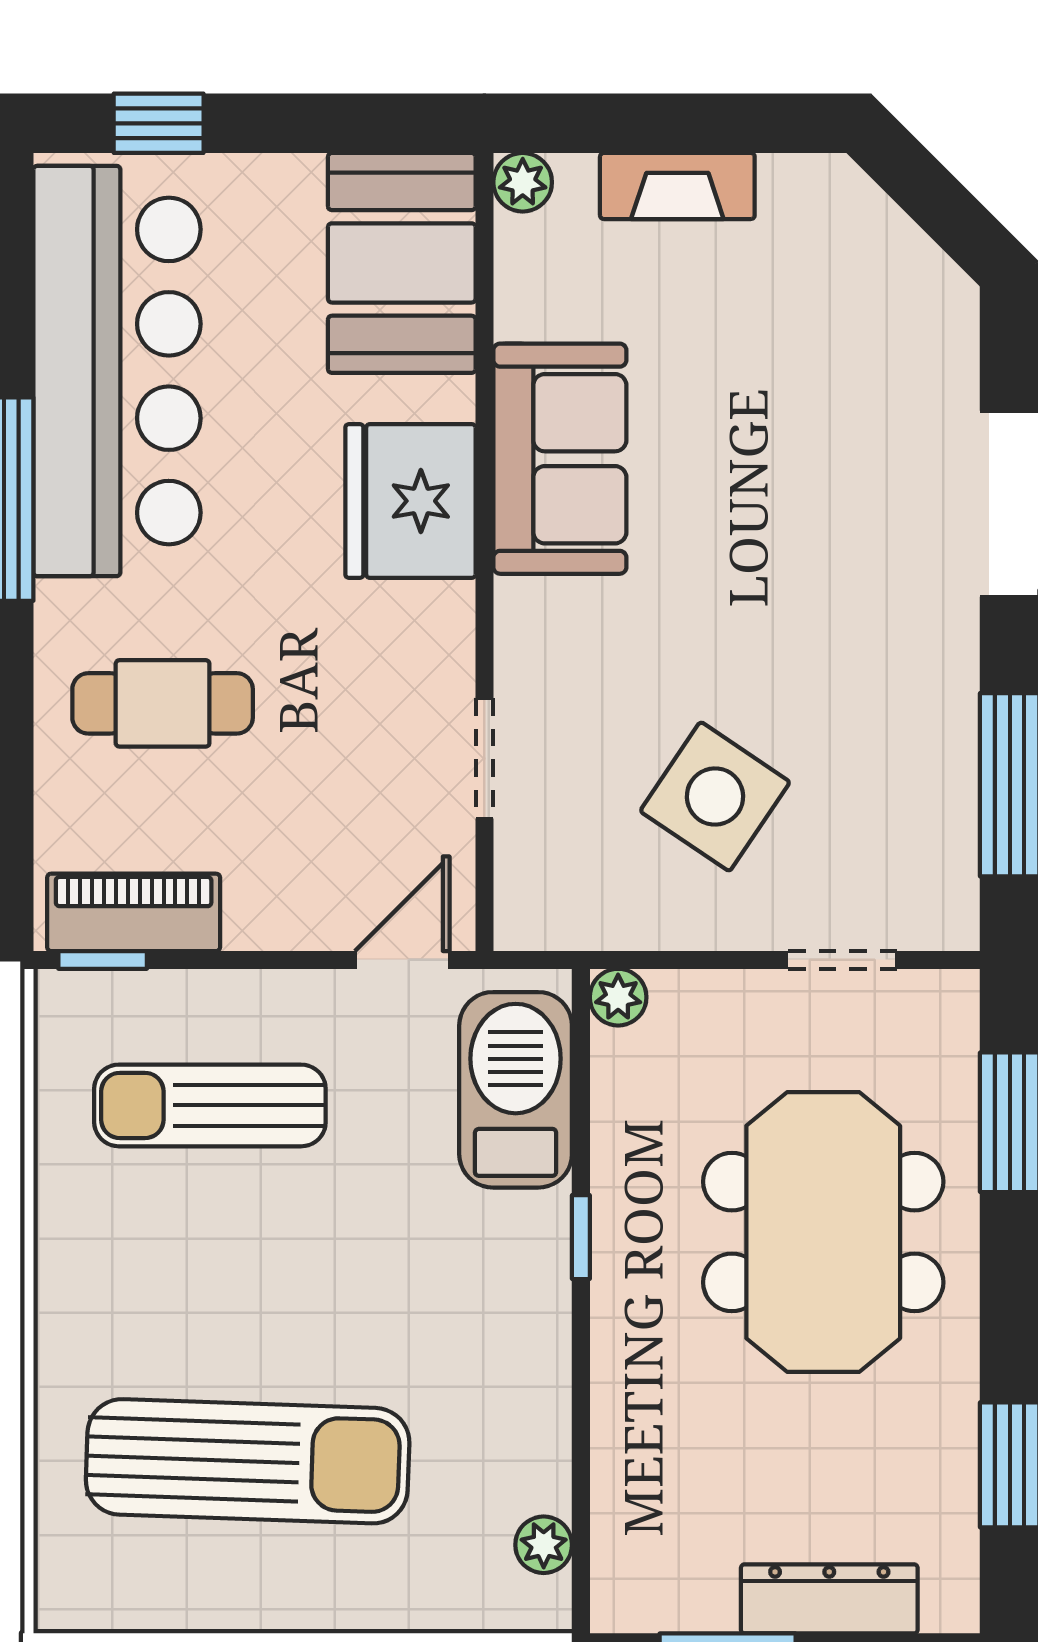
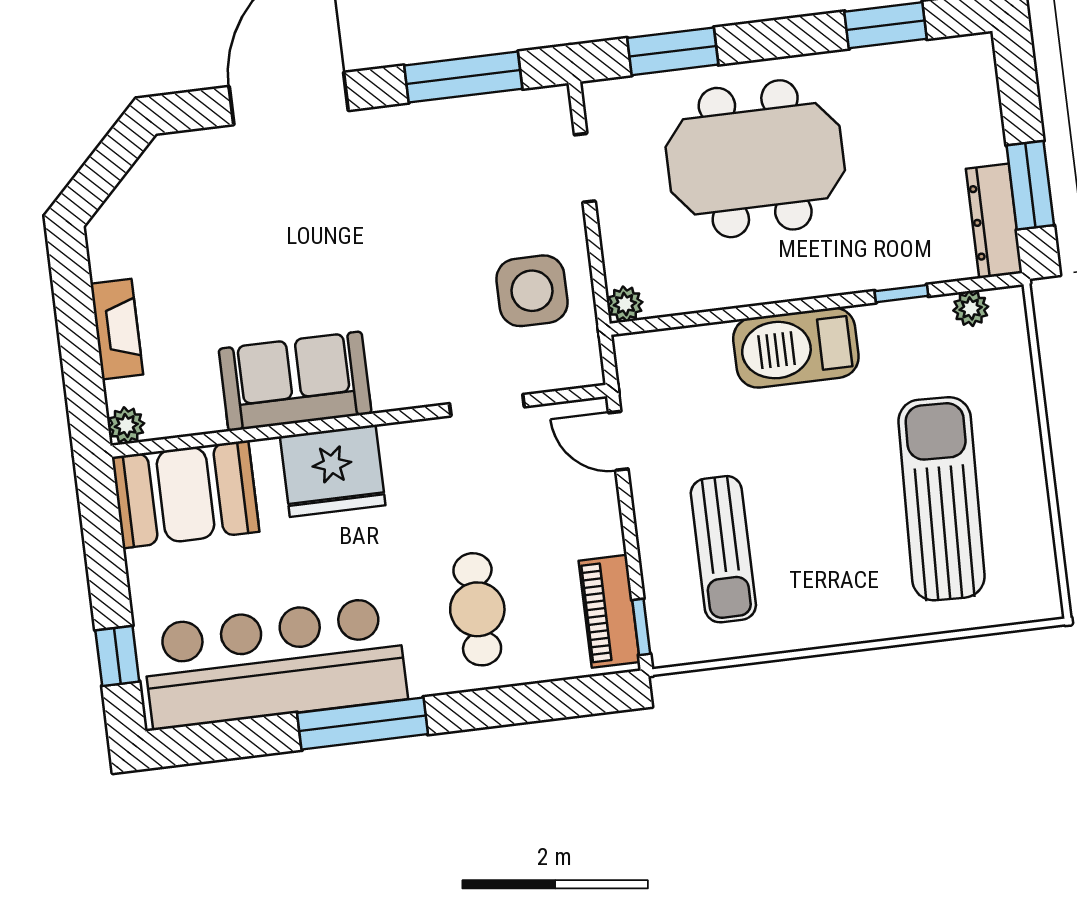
side table: (715, 797) -> (532, 291), moved, turned -34
barbecue: (516, 1090) -> (796, 348), moved
window: (581, 1237) -> (901, 294), moved
dresser: (829, 1599) -> (994, 221), moved

